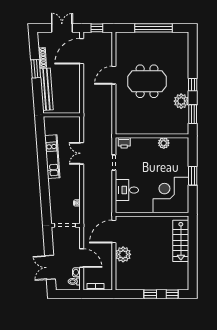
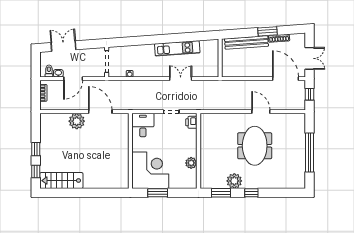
corner desk: (171, 195) -> (150, 170), moved
wall: (152, 214) -> (130, 151), moved
stairs: (181, 241) -> (61, 181), moved

